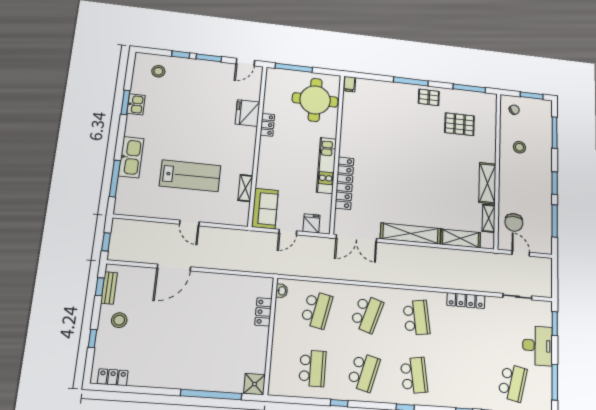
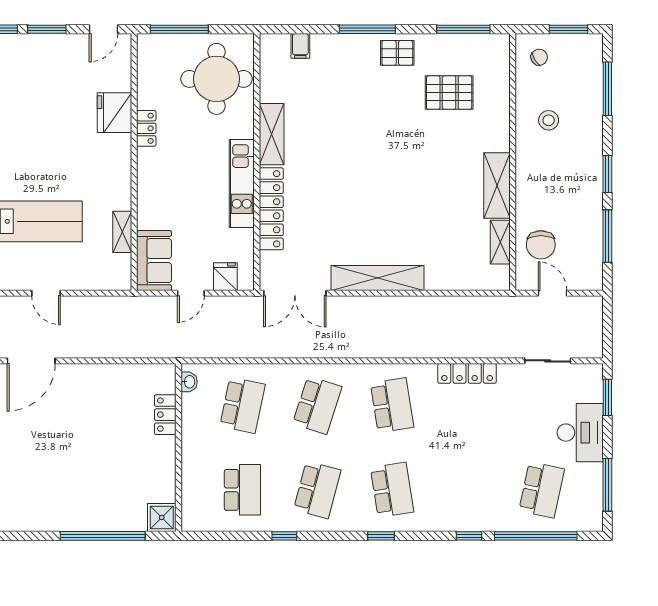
filing cabinet: (349, 84) -> (300, 46), moved
shelving: (461, 238) -> (272, 134), moved, turned 90

